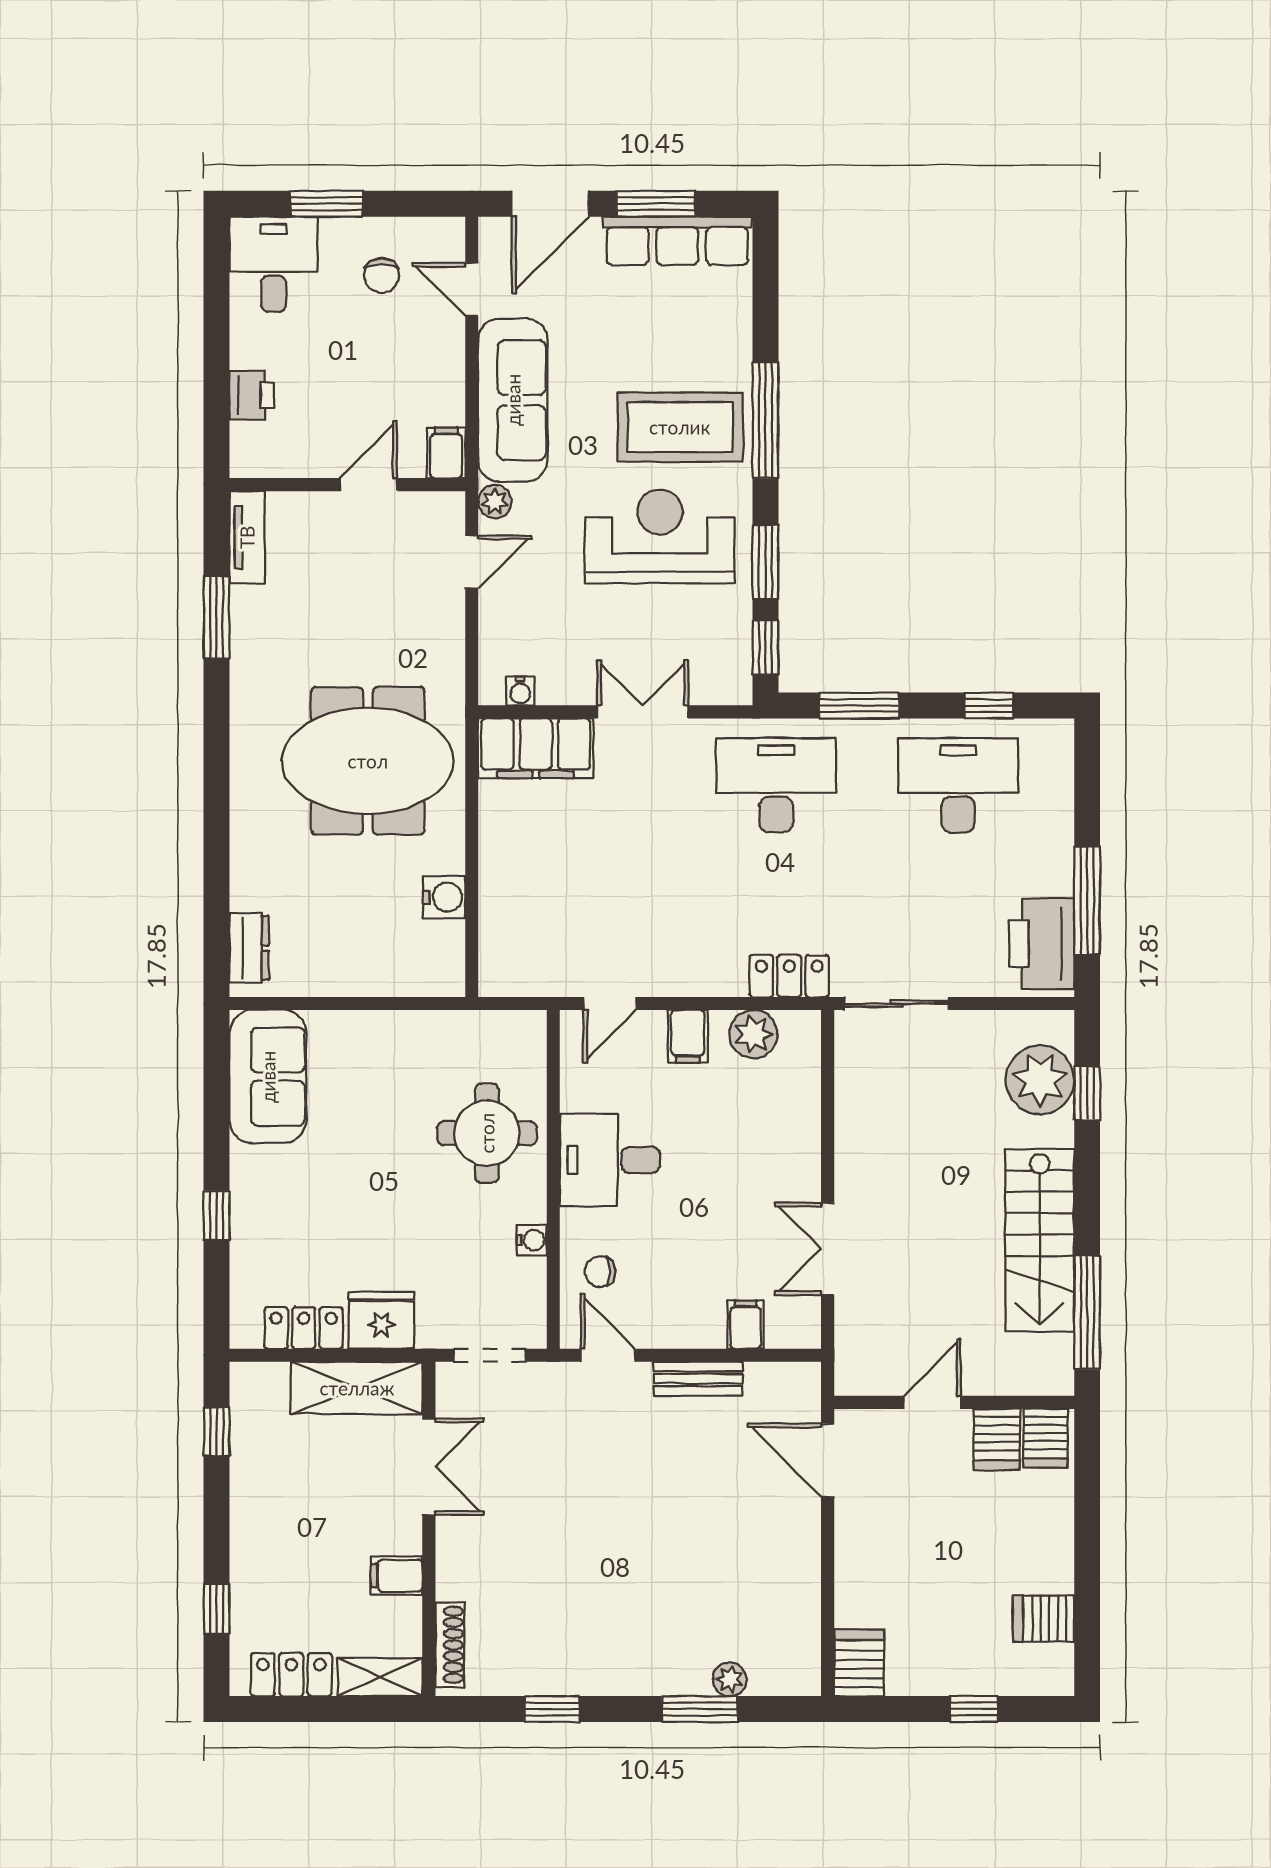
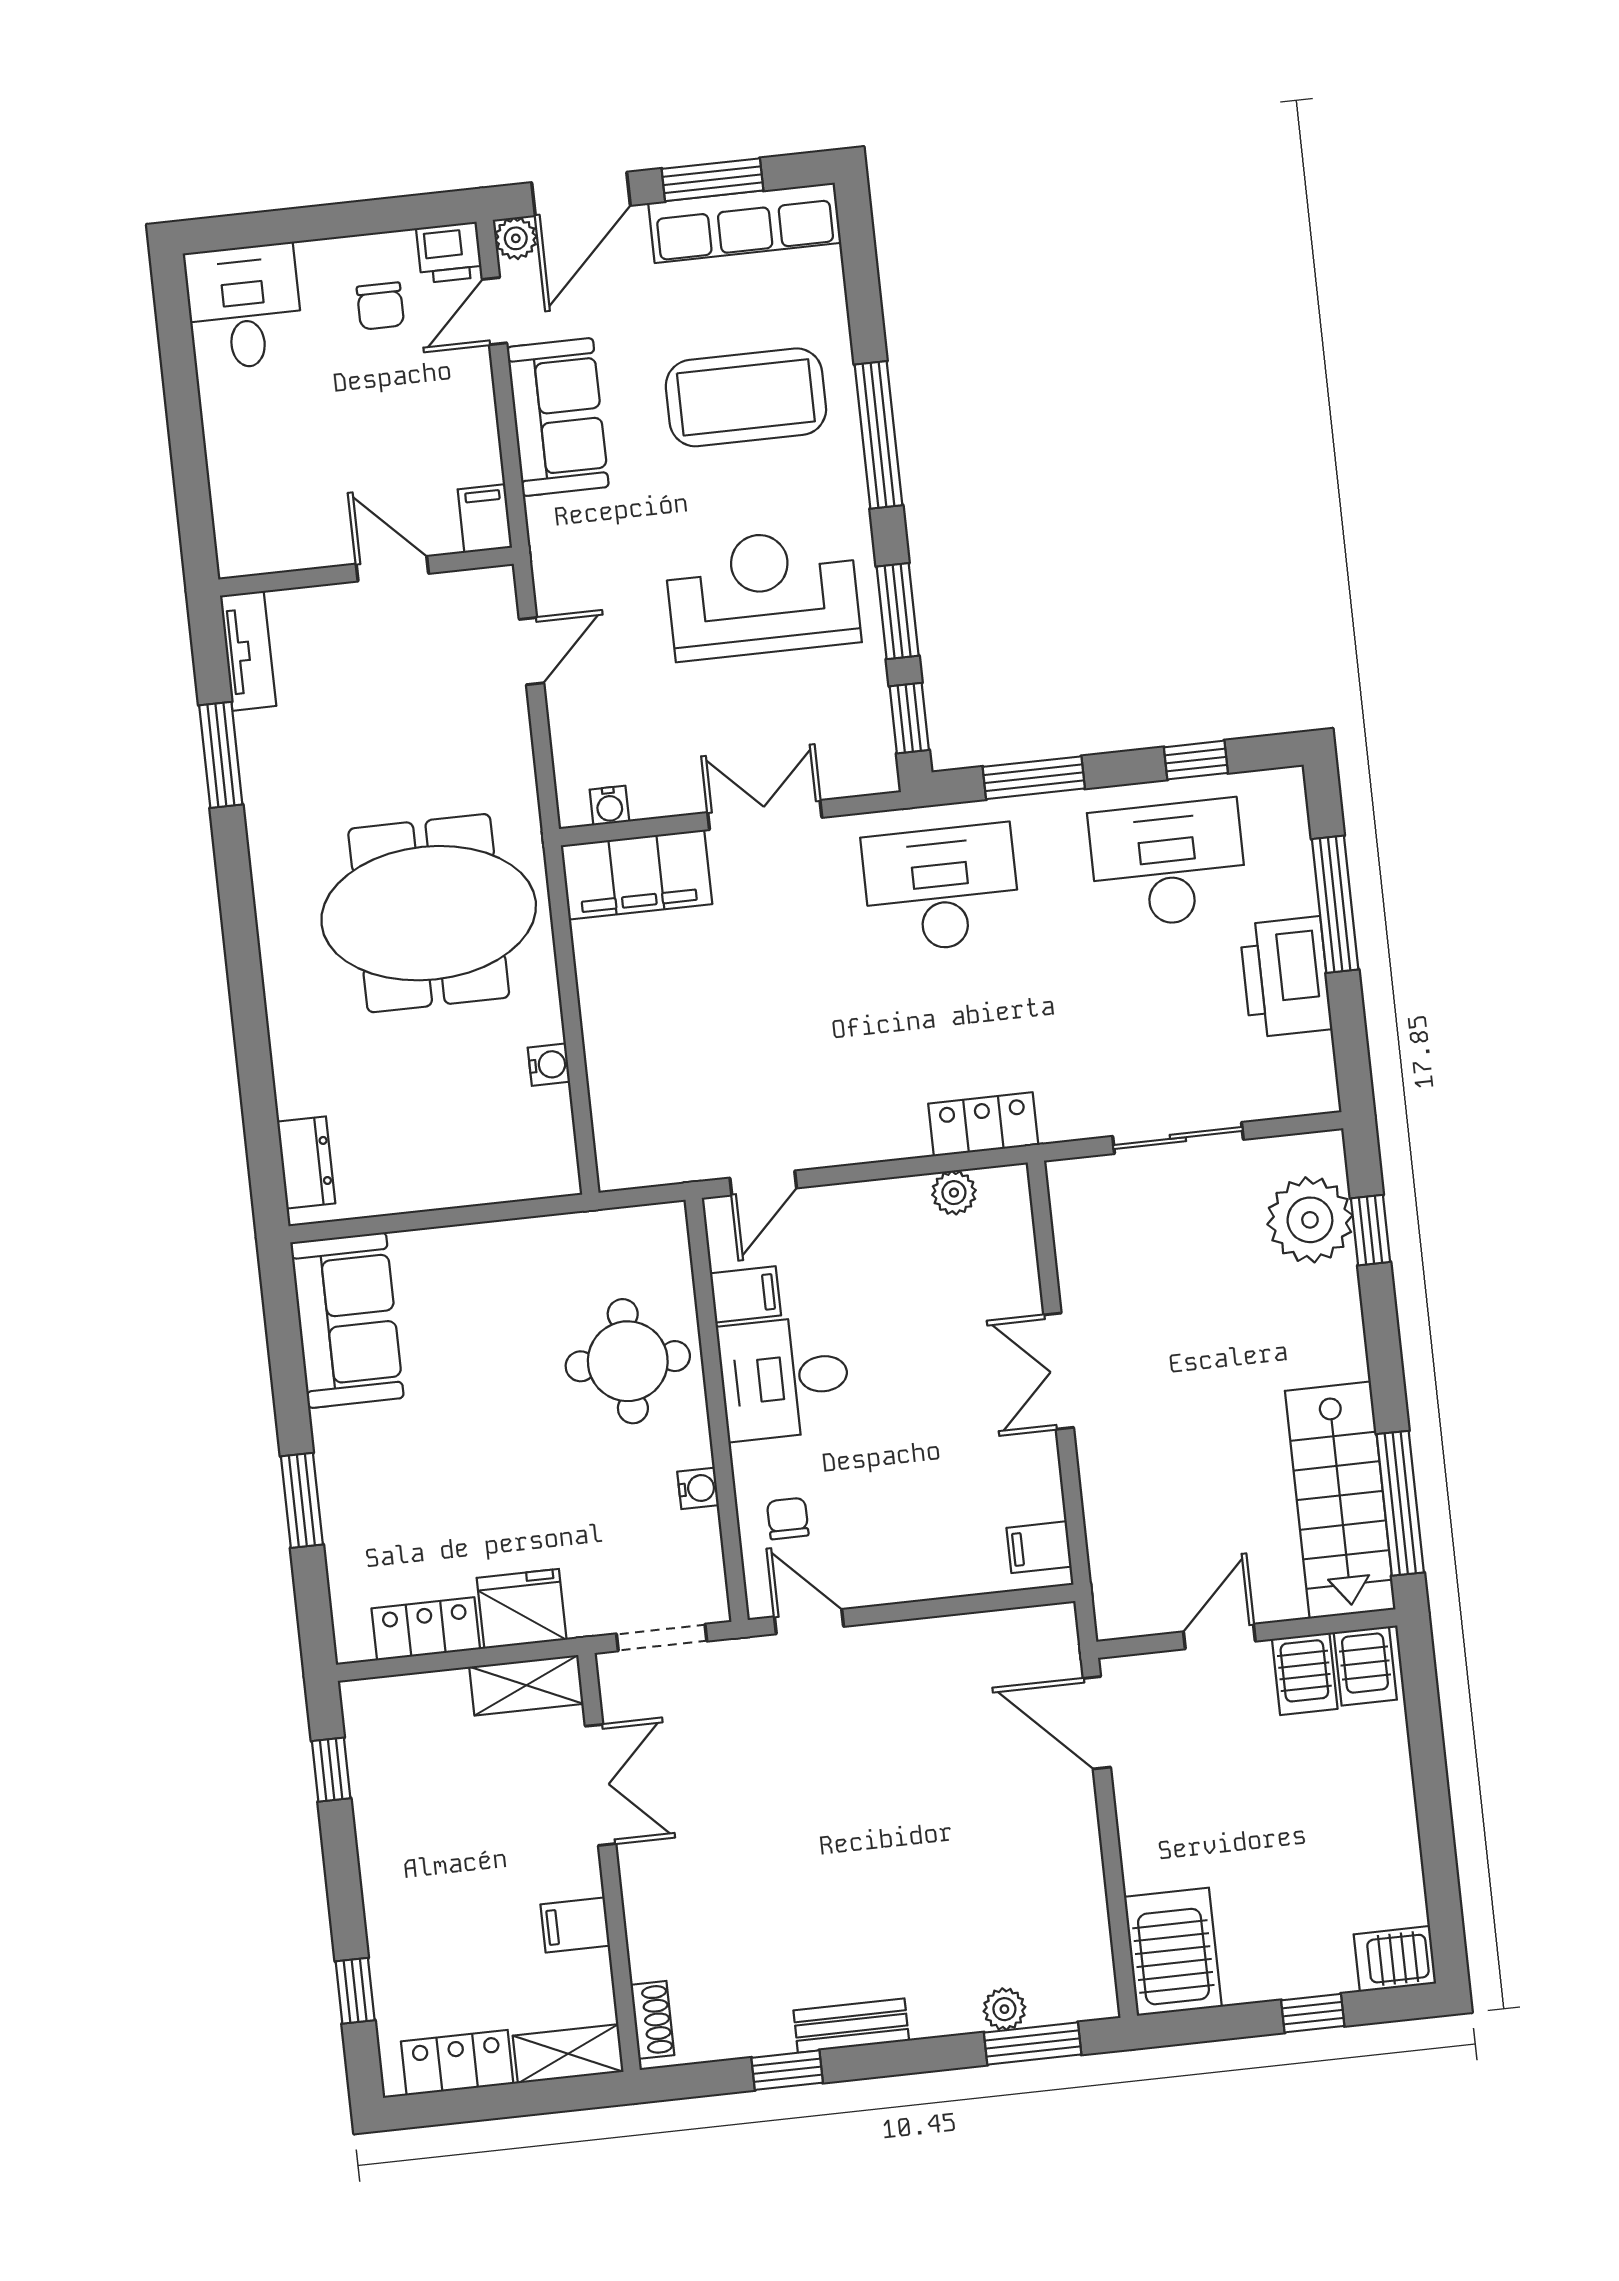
window: (326, 204) -> (302, 224), removed
door: (472, 289) -> (495, 311), hinge flipped
printer: (252, 395) -> (449, 252), moved, turned 90
sofa: (513, 400) -> (558, 417), width x0.73
coffee table: (680, 427) -> (746, 397), moved
door: (368, 485) -> (392, 569), hinge flipped
plant: (495, 502) -> (516, 238), moved
water cooler: (444, 897) -> (549, 1065), width x0.72, depth x0.72
window: (1087, 901) -> (1335, 904), moved
printer: (1042, 944) -> (1286, 977), moved
sliding door: (897, 1004) -> (1178, 1138), moved
plant: (753, 1034) -> (954, 1193), width x0.73, depth x0.73
filing cabinet: (688, 1036) -> (745, 1294), moved, turned -90
window: (217, 1215) -> (302, 1500), width x1.50
stairs: (1040, 1240) -> (1340, 1500), moved
double door: (828, 1249) -> (1059, 1371), moved
chair: (600, 1272) -> (788, 1518), turned 90
filing cabinet: (746, 1325) -> (1039, 1547), moved, turned -90
bench: (698, 1379) -> (851, 2026), moved
shelving: (357, 1388) -> (526, 1685), width x0.67, depth x0.75
server rack: (1044, 1619) -> (1395, 1959), moved
shoe rack: (450, 1645) -> (652, 2020), width x0.70
server rack: (859, 1663) -> (1173, 1952), width x1.36, depth x1.44
window: (700, 1709) -> (1033, 2044), moved

